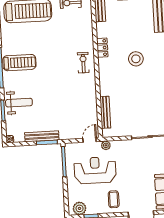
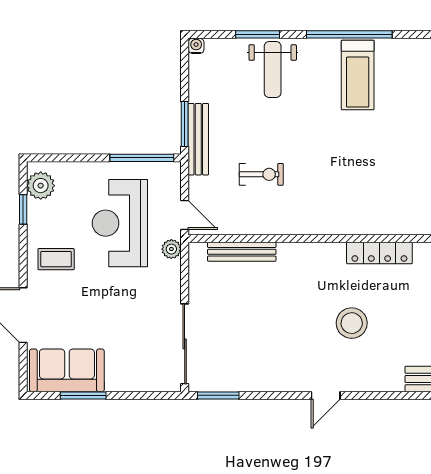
locker: (102, 48) -> (379, 253), width x1.53
exercise bike: (83, 63) -> (261, 174), moved
bench: (42, 136) -> (198, 139), moved
reception desk: (95, 170) -> (120, 223), turned 180

